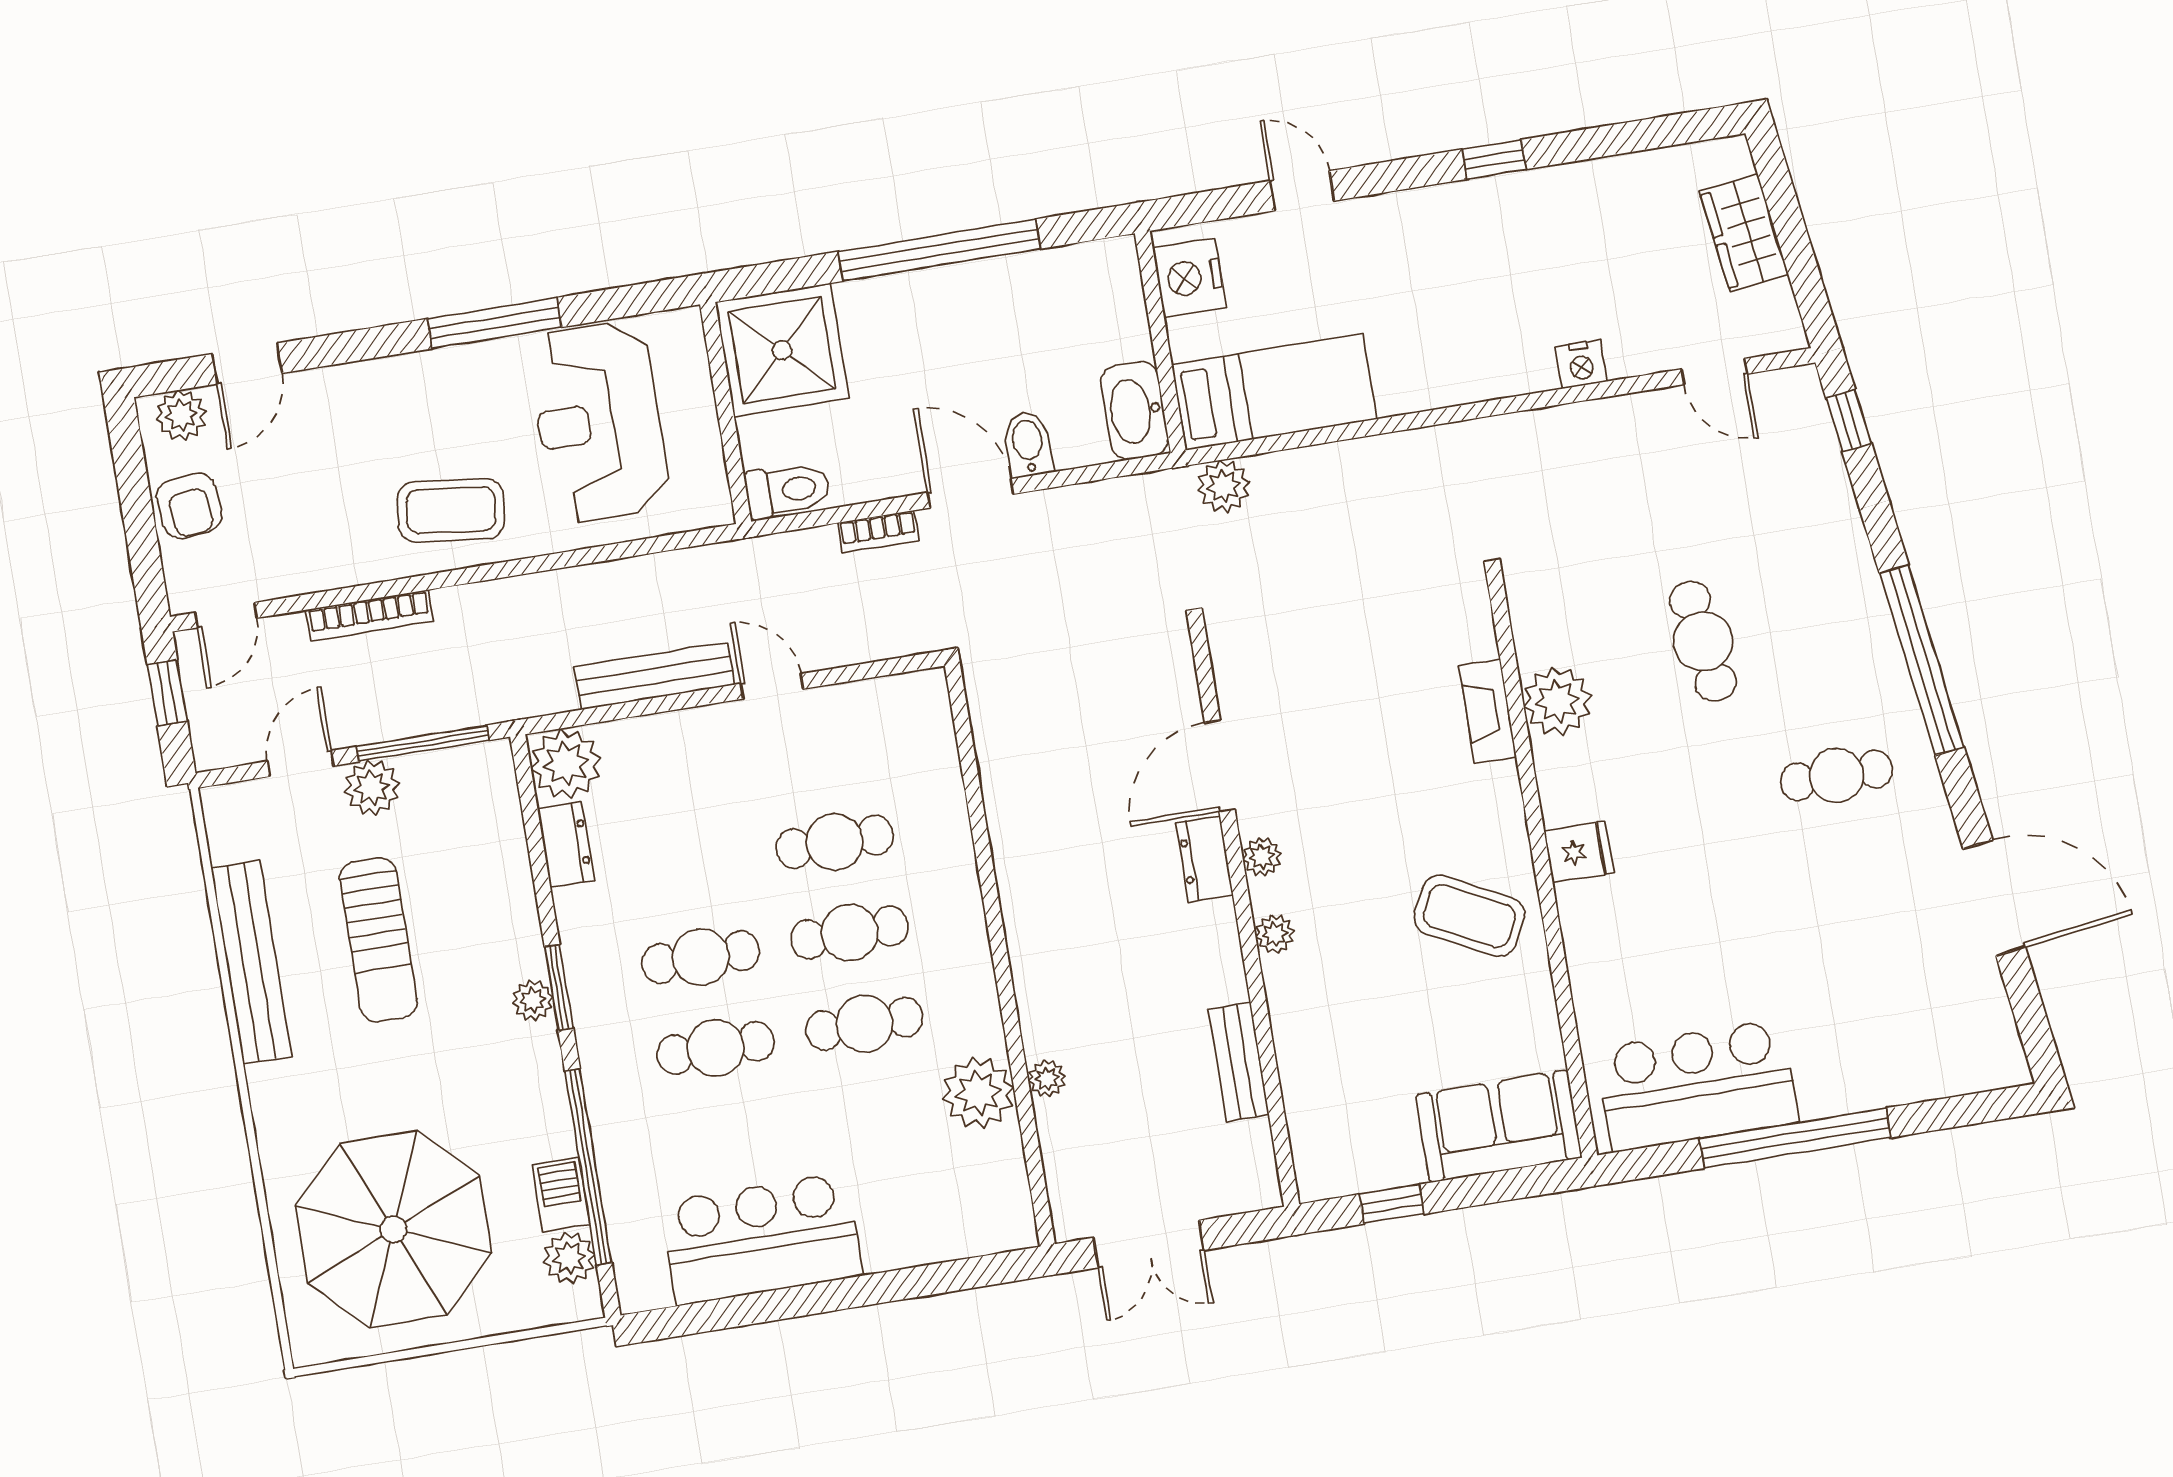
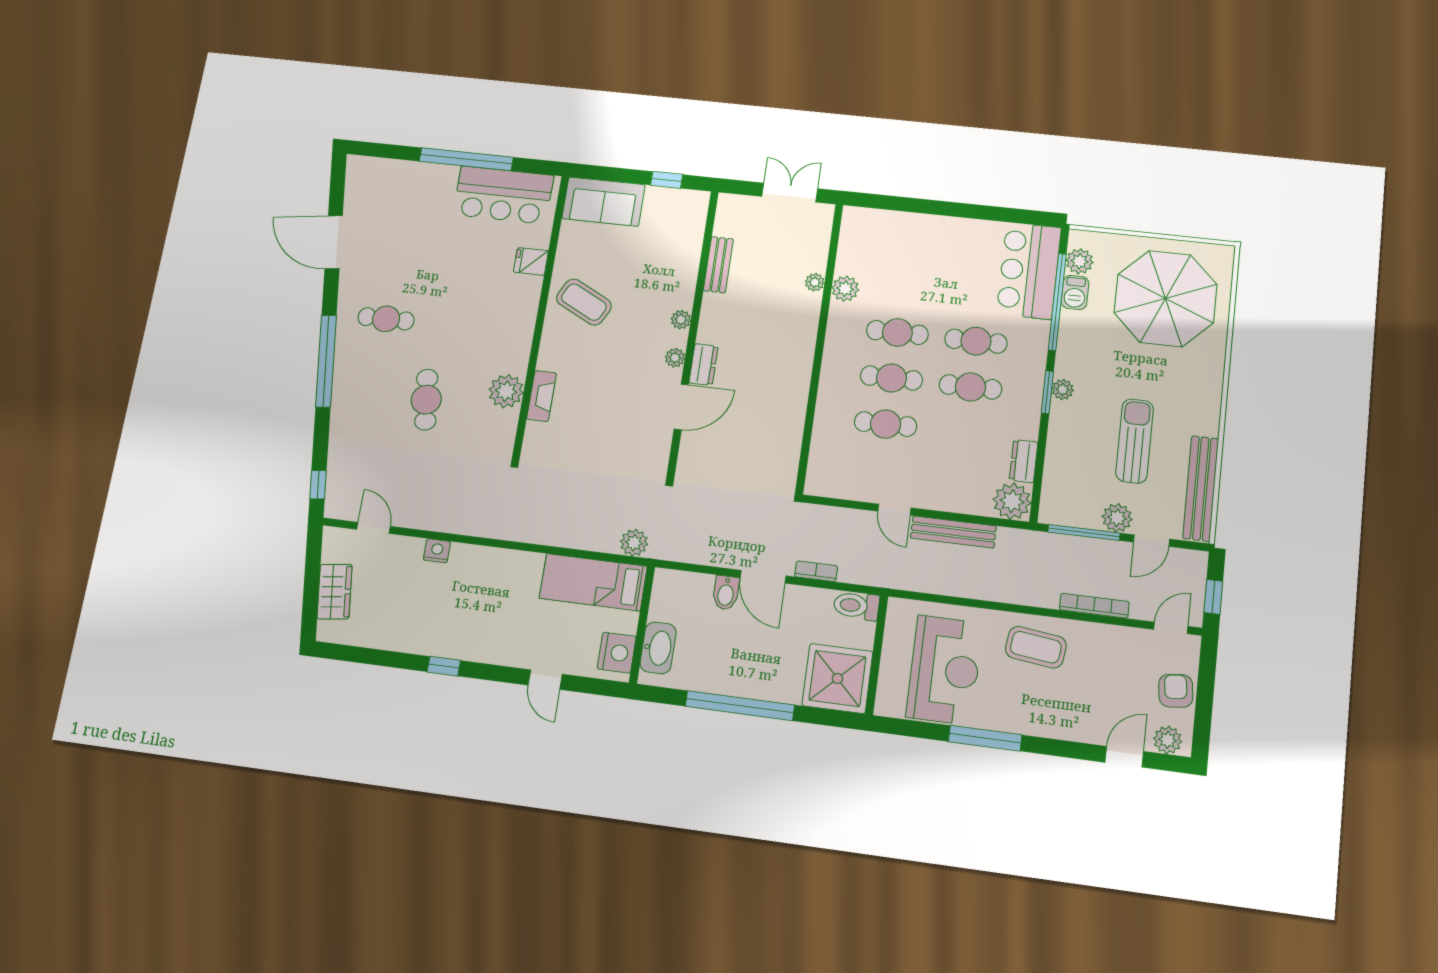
washbasin: (1135, 411) -> (658, 648), moved
fridge: (1579, 852) -> (531, 261), moved
bench: (251, 962) -> (1201, 488), moved
plant: (978, 1093) -> (845, 289), width x0.73, depth x0.73
bar counter: (761, 1239) -> (1029, 271), moved, turned 90

